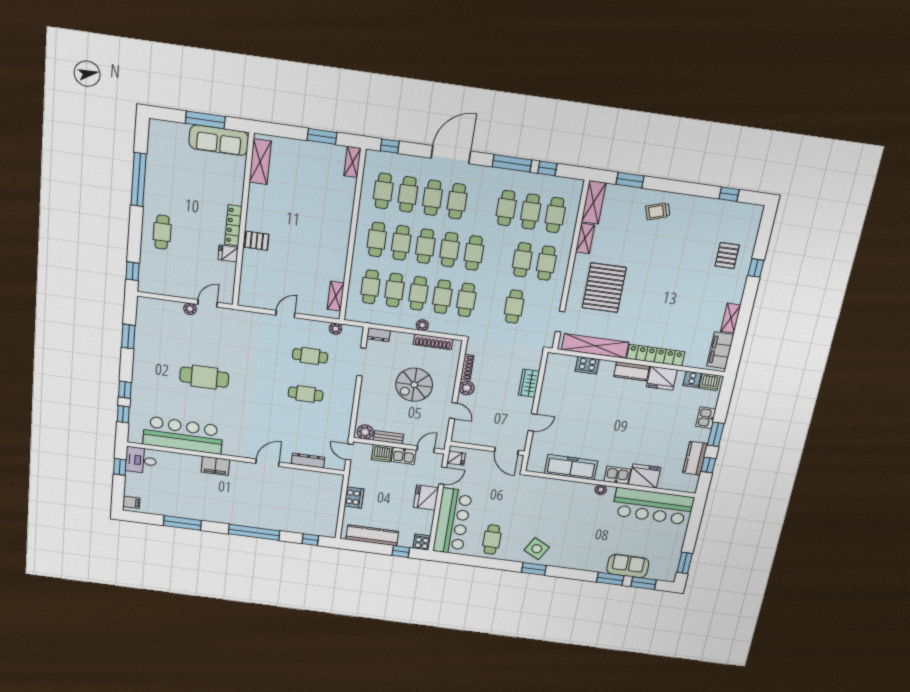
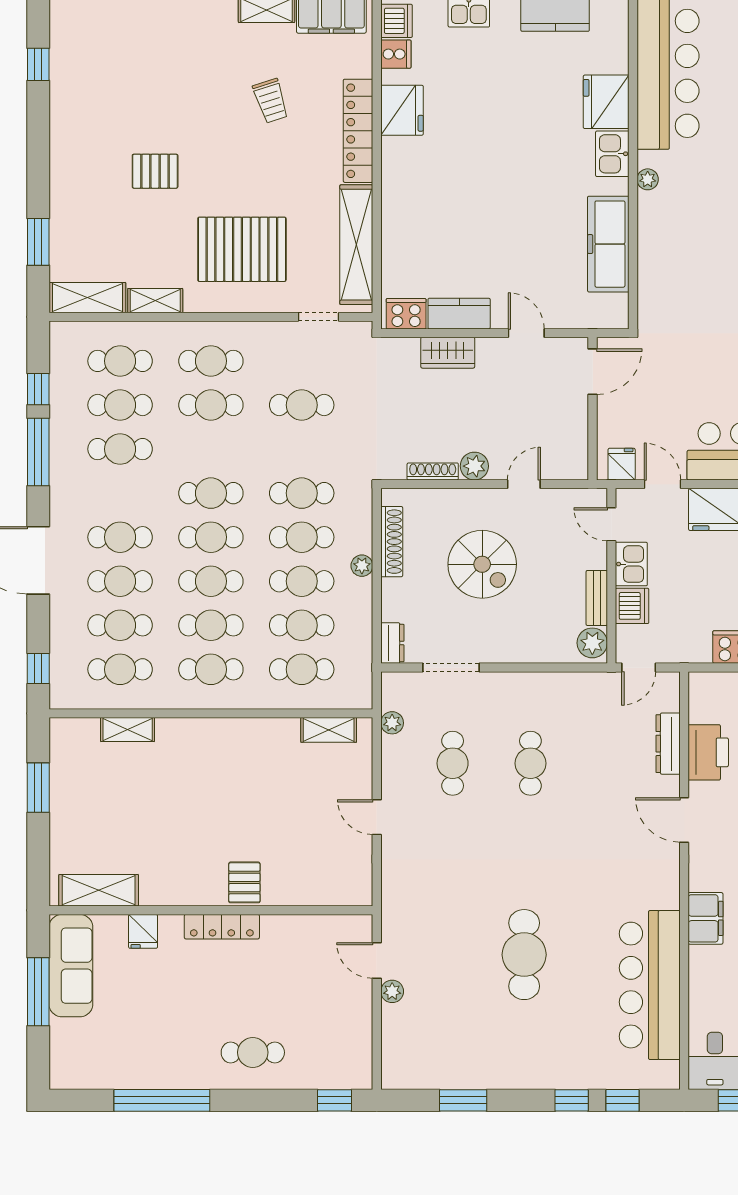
shelving: (352, 162) -> (128, 730), moved
trolley: (658, 211) -> (271, 101), moved
fridge: (228, 253) -> (143, 931), moved
pallet: (727, 256) -> (155, 171), moved
cooker: (587, 365) -> (406, 314), moved, turned -90
kitchen counter: (632, 371) -> (459, 314), moved, turned -90
printer: (301, 478) -> (708, 752), added

